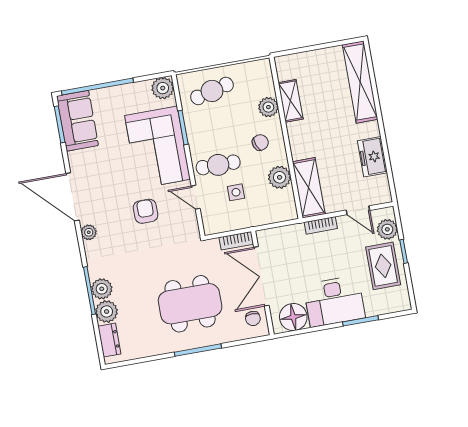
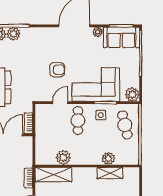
chair: (260, 142) -> (87, 149), removed
side table: (236, 192) -> (101, 115), moved
plant: (89, 232) -> (98, 32), moved

